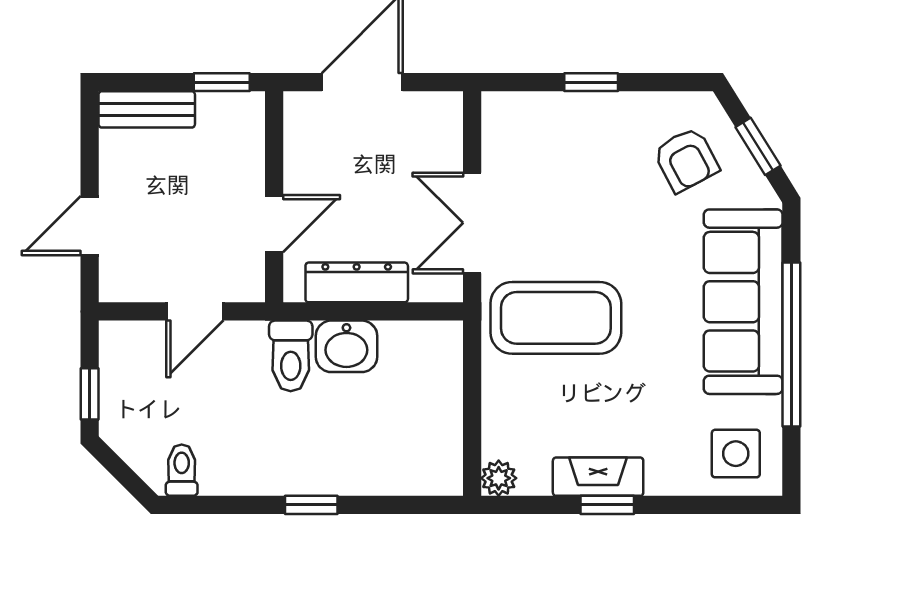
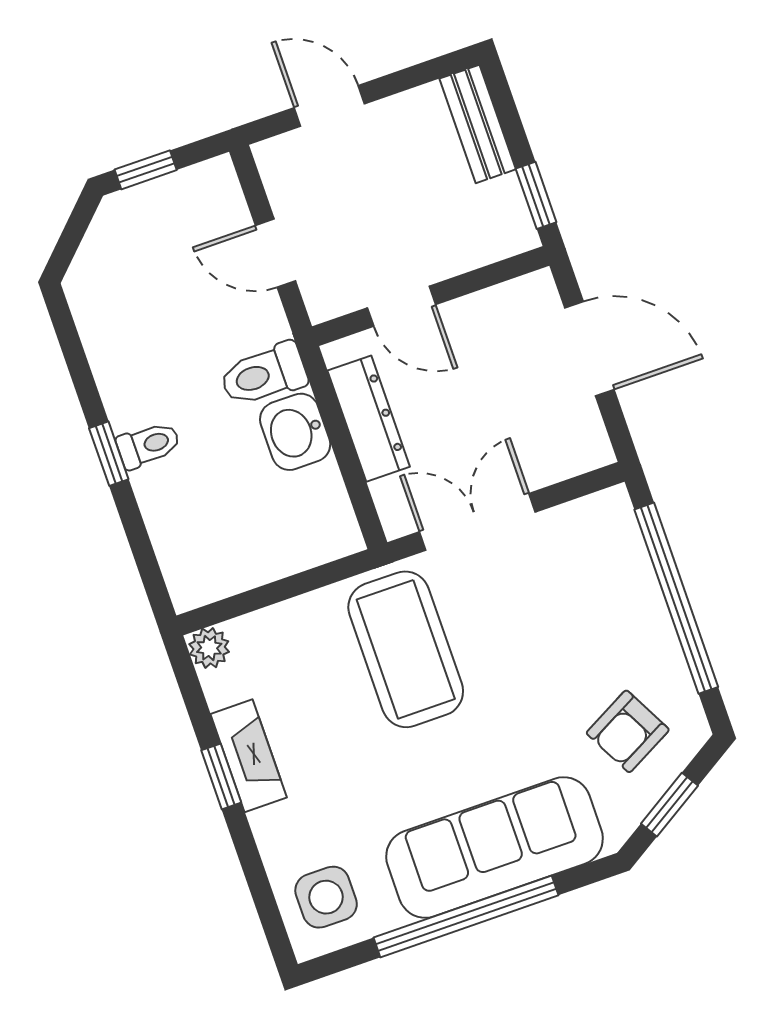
window: (591, 82) -> (676, 598), width x3.17
toilet: (182, 470) -> (148, 445), moved

